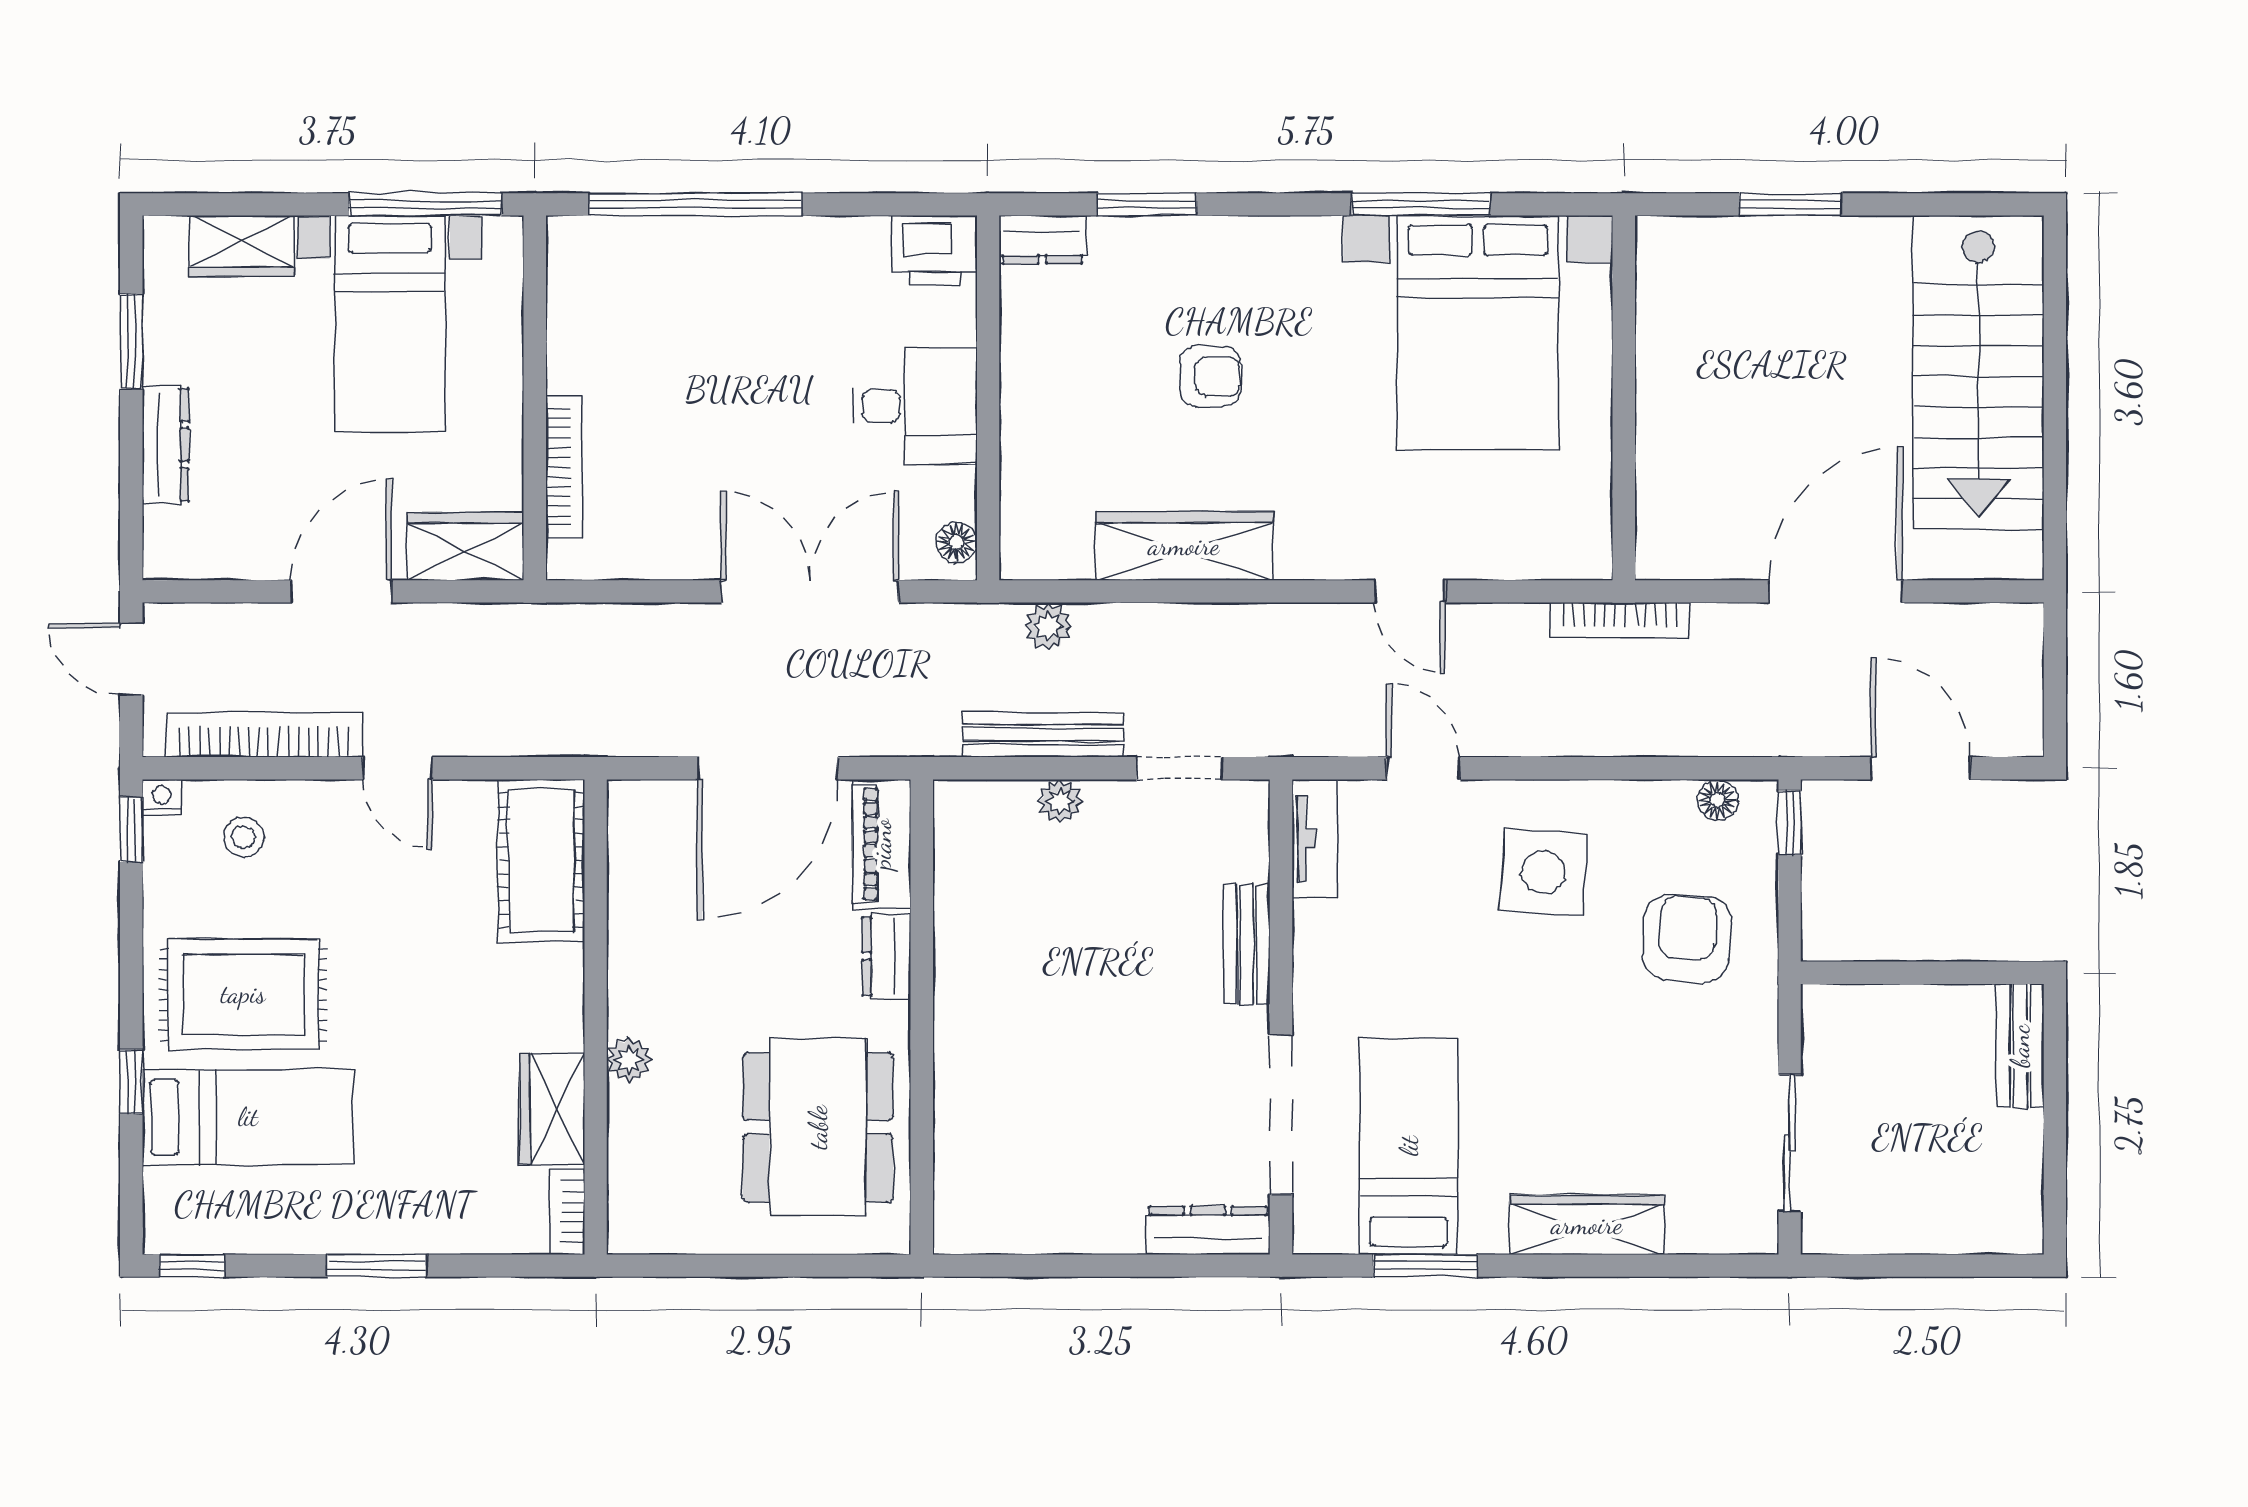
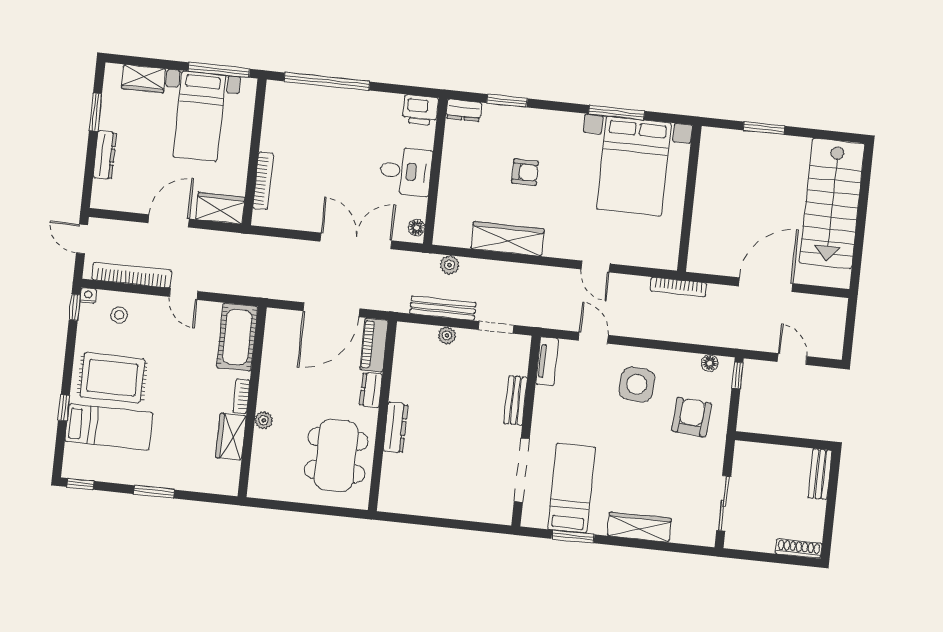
door: (1921, 768) -> (792, 359), width x0.73
bookcase: (567, 1212) -> (241, 396), moved
dresser: (1208, 1230) -> (395, 428), moved, turned 90
shoe rack: (1987, 1235) -> (799, 548), added

